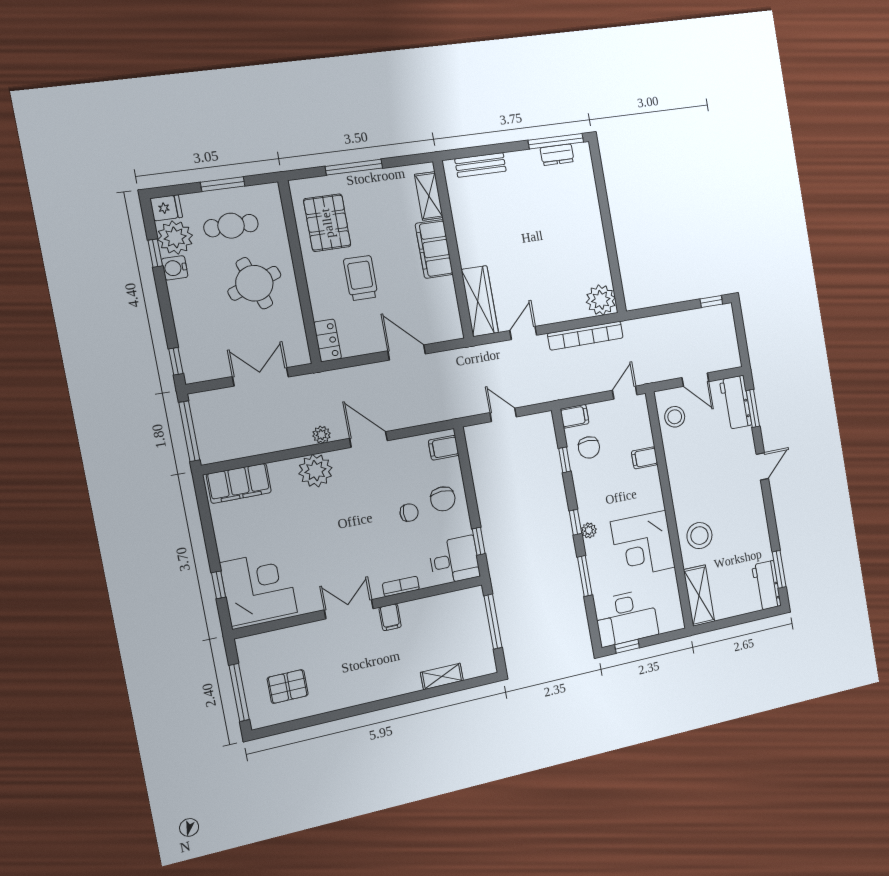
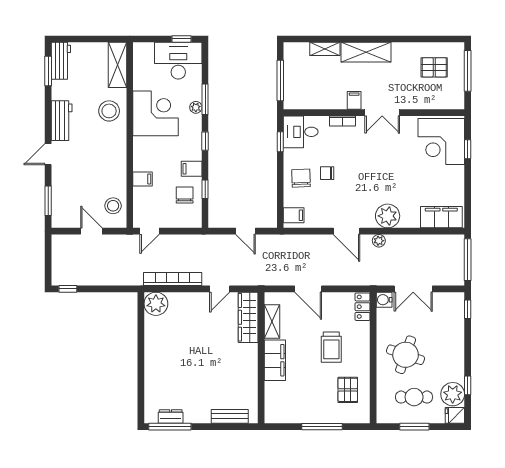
shelving: (429, 196) -> (272, 322), moved
pallet: (327, 223) -> (348, 390), width x0.67, depth x0.71
water cooler: (175, 268) -> (384, 300), moved, turned 180
round table: (254, 283) -> (406, 355), turned 38
workbench: (736, 402) -> (62, 121), moved
filing cabinet: (575, 416) -> (192, 169), moved
plant: (589, 530) -> (196, 107), moved
shelving: (386, 685) -> (366, 52), added

